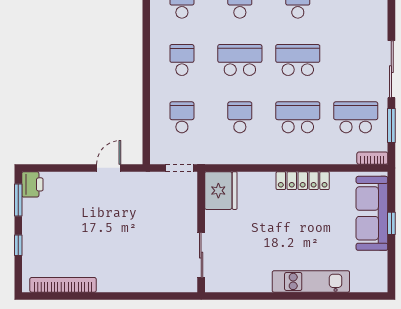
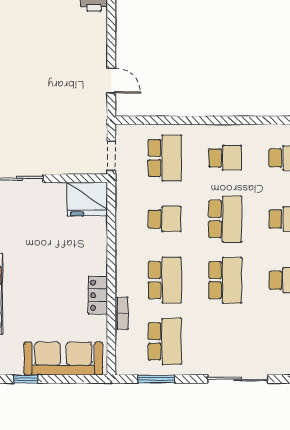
sliding door: (391, 69) -> (238, 379), moved
school desk: (182, 117) -> (165, 158), width x1.85
bookcase: (372, 158) -> (122, 313), moved
locker: (303, 181) -> (98, 295), width x0.66
window: (391, 223) -> (26, 379), moved

